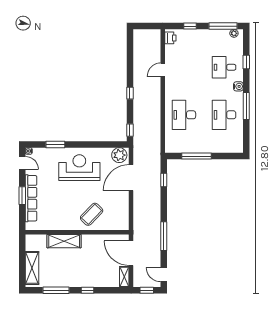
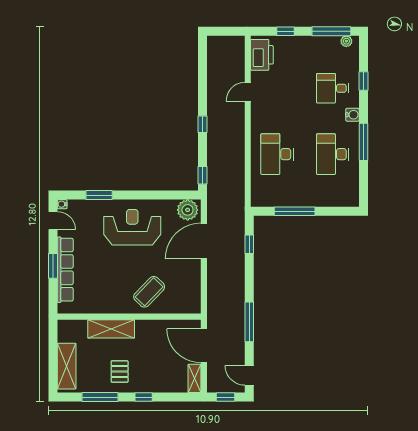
printer: (170, 38) -> (262, 55), width x1.87, depth x1.48
pallet: (70, 272) -> (120, 372), added

